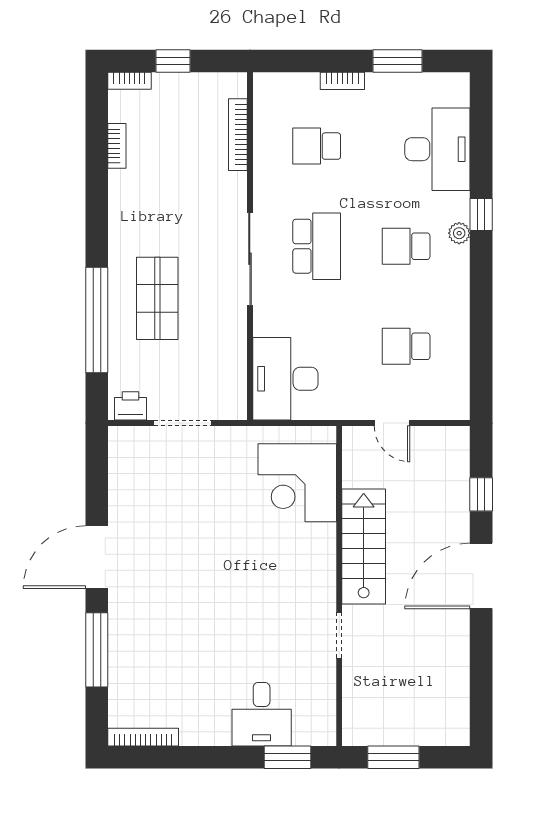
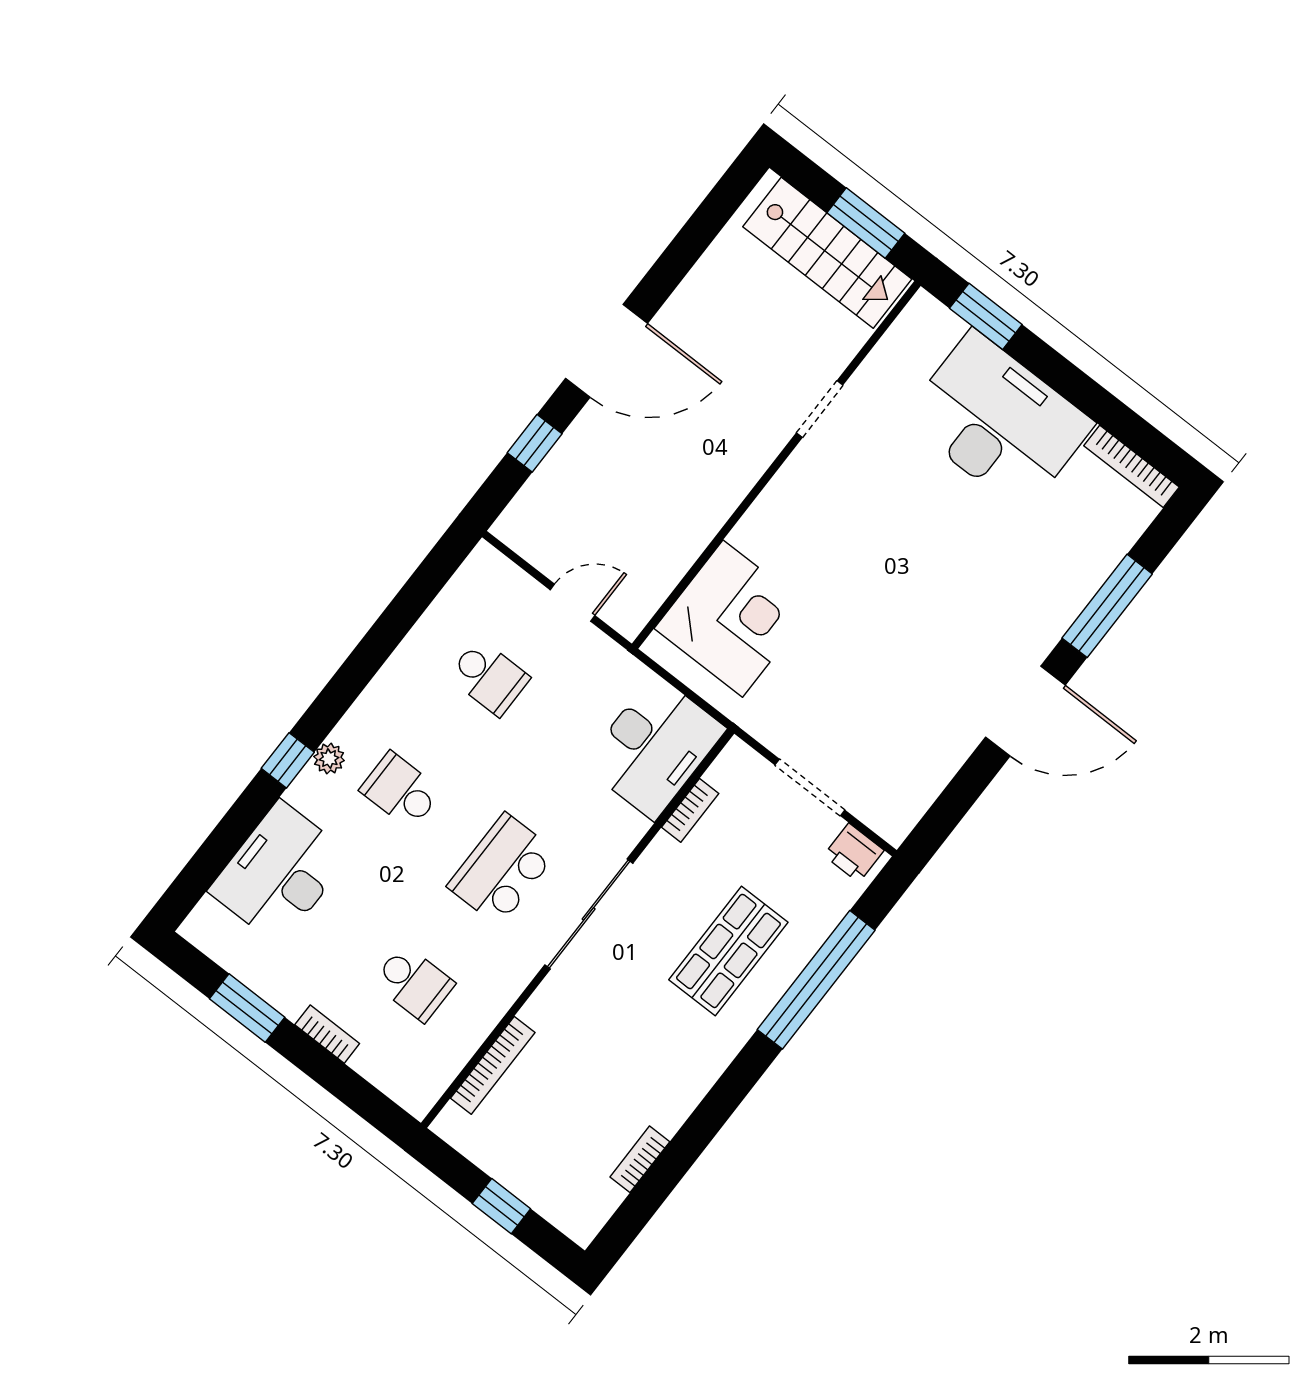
bookcase: (129, 81) -> (690, 810), moved, turned 90
school desk: (406, 246) -> (401, 791), turned 180
door: (392, 423) -> (573, 603), hinge flipped
stairs: (364, 546) -> (827, 253), moved, turned -90
desk: (262, 714) -> (998, 421), width x1.87, depth x1.30

